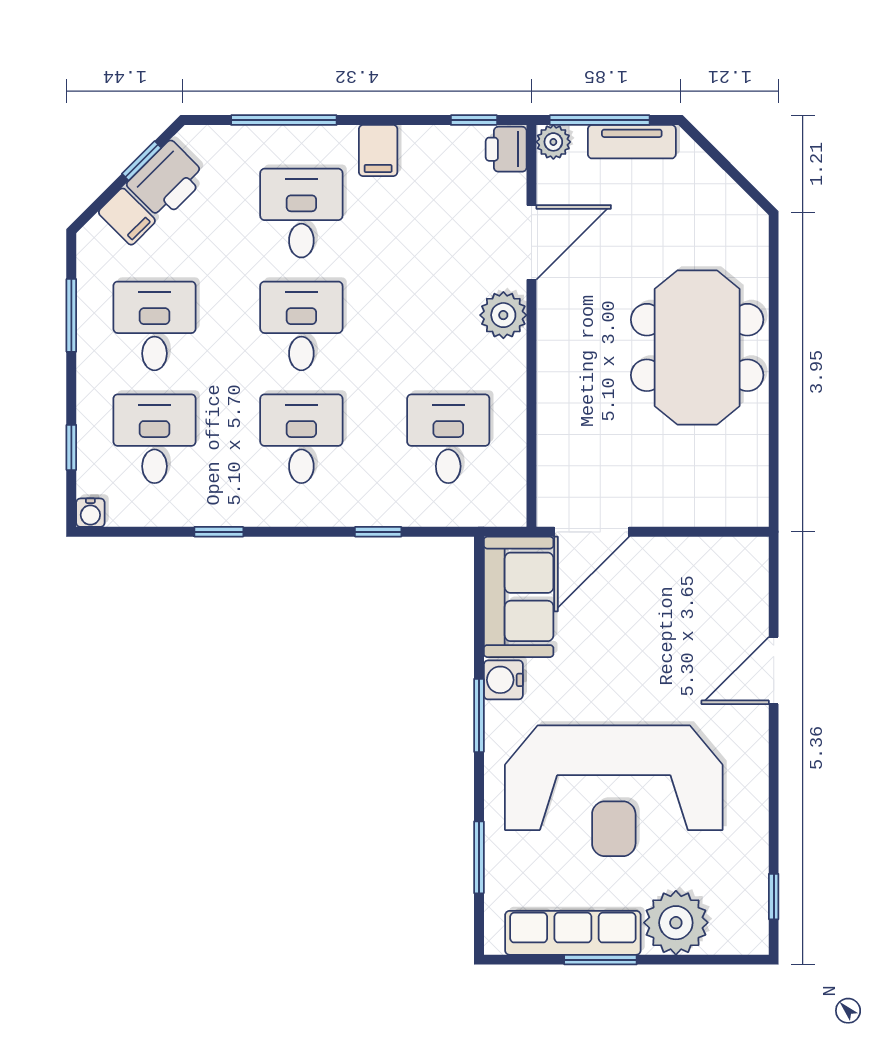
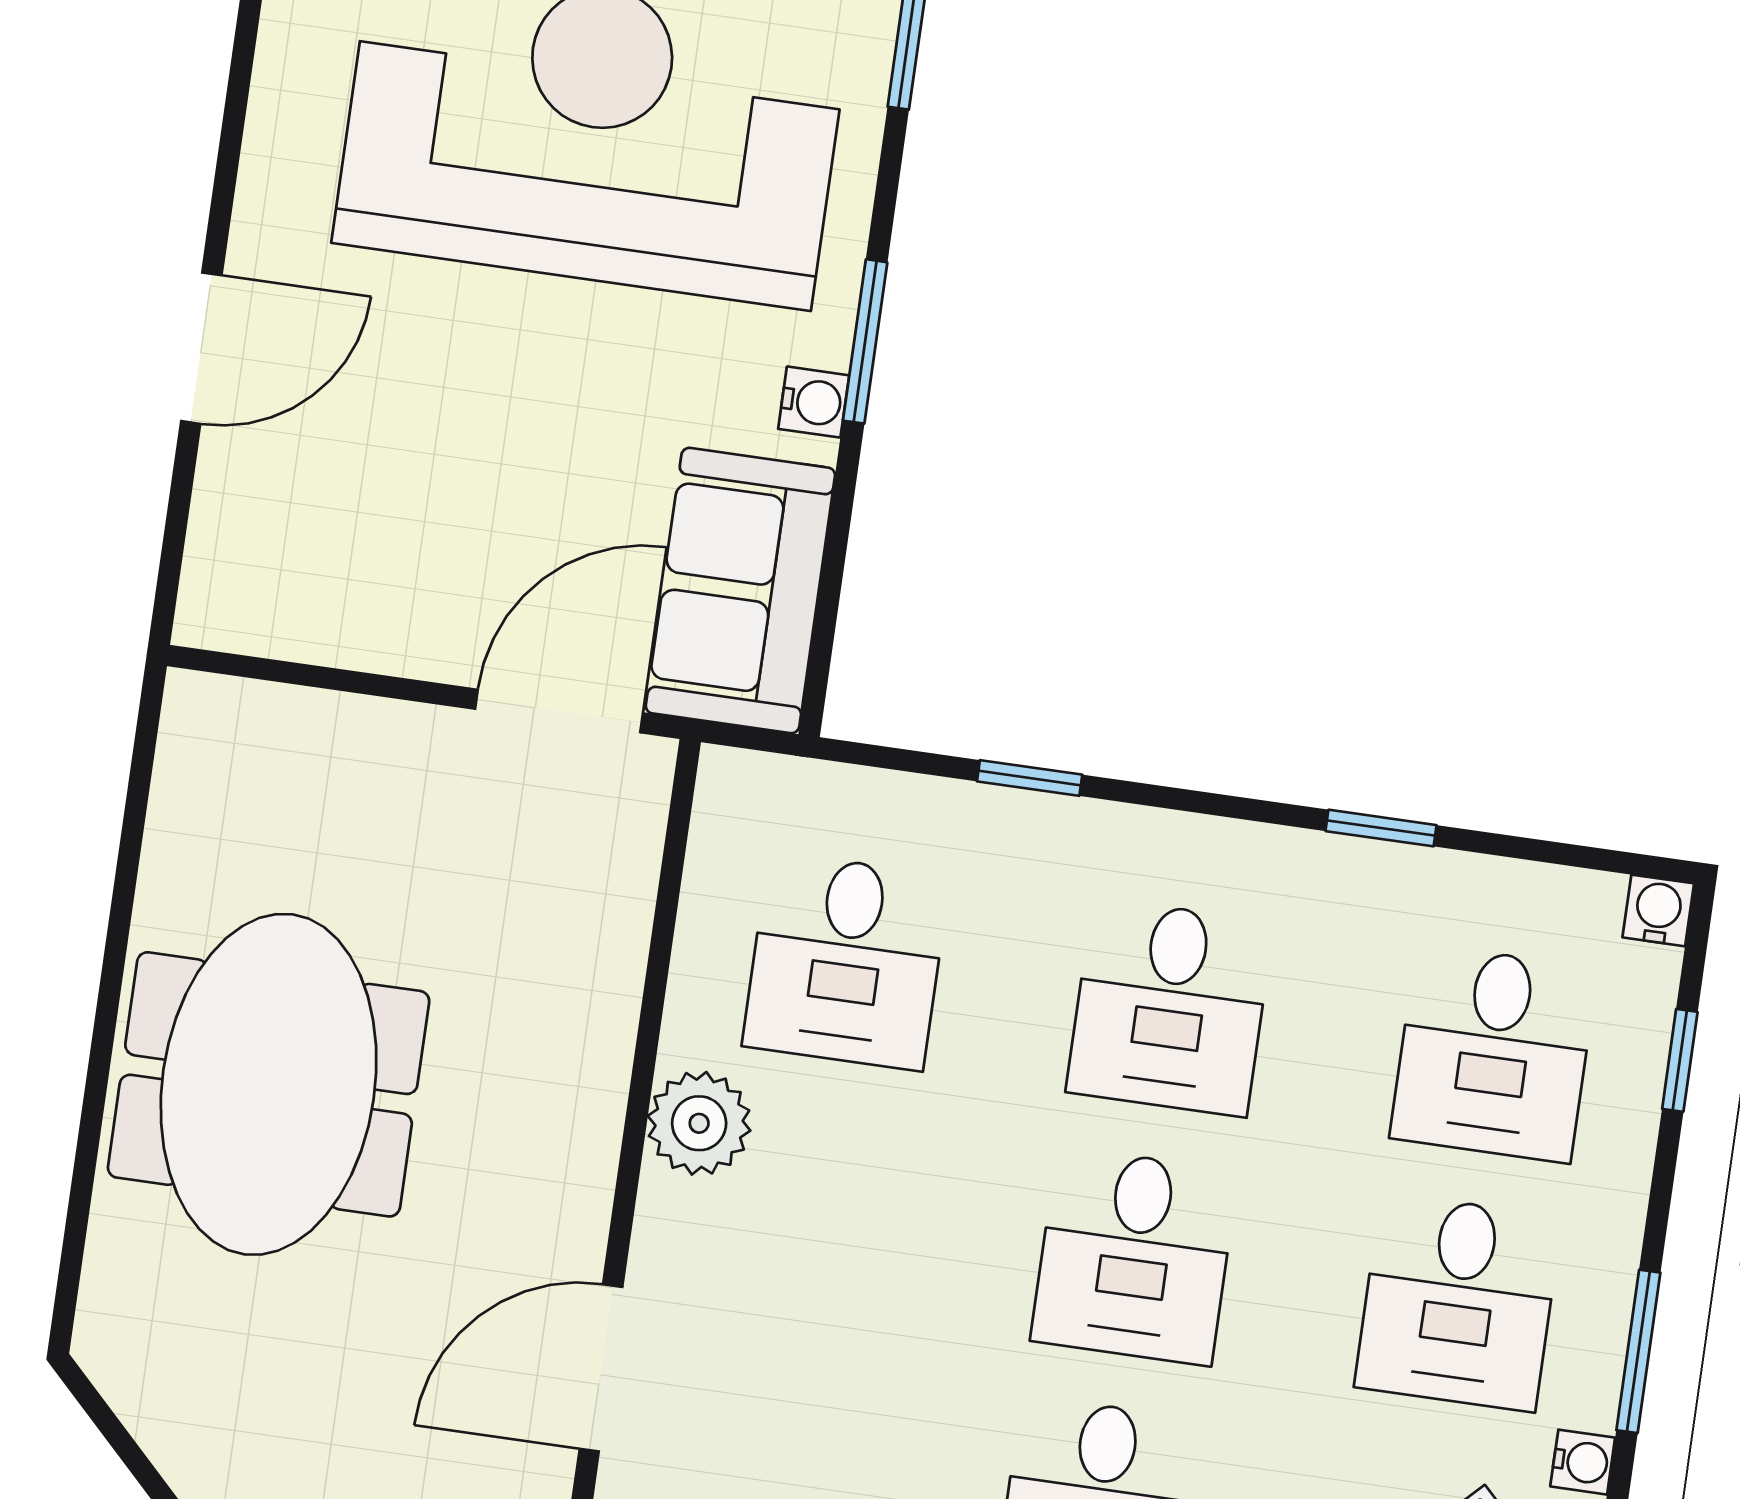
water cooler: (89, 263) -> (1583, 1462), added
plant: (503, 315) -> (699, 1123), moved
water cooler: (503, 680) -> (814, 402), width x0.72, depth x0.72

